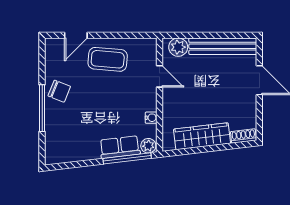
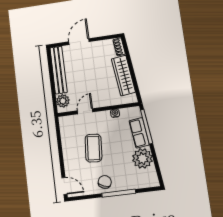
door: (76, 35) -> (64, 186), moved
coffee table: (108, 59) -> (93, 148), moved
plant: (148, 146) -> (142, 158), moved, width x1.88, depth x1.88

